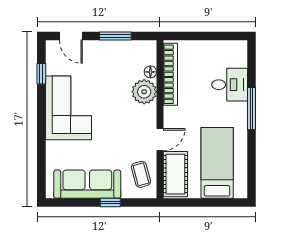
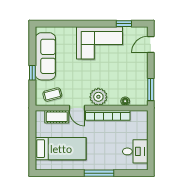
window: (115, 36) -> (151, 90), moved
bookcase: (170, 74) -> (108, 115), moved
desk: (230, 85) -> (135, 151), moved, turned -90
plant: (144, 92) -> (98, 97), moved
cot: (175, 174) -> (57, 117), width x0.73, depth x0.75

